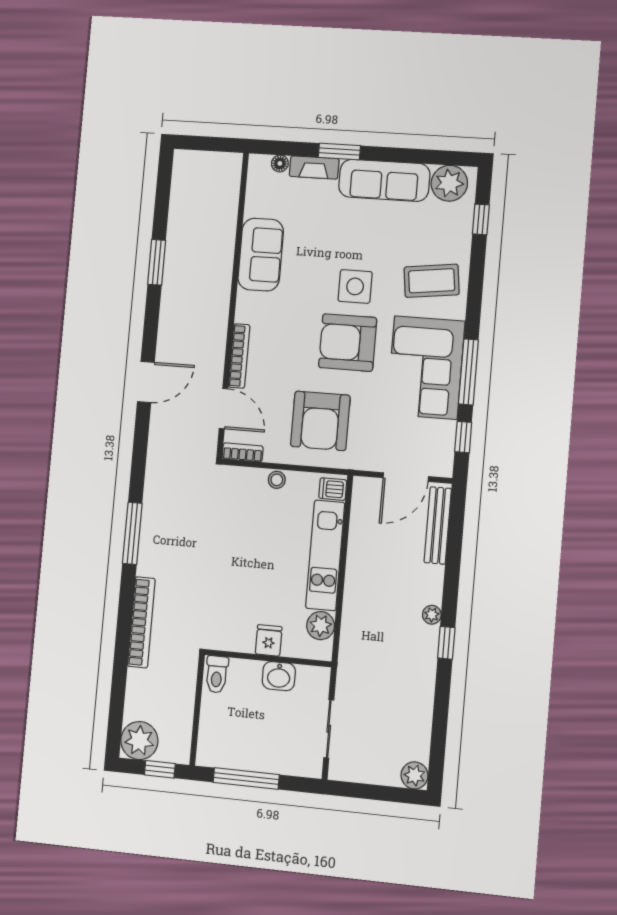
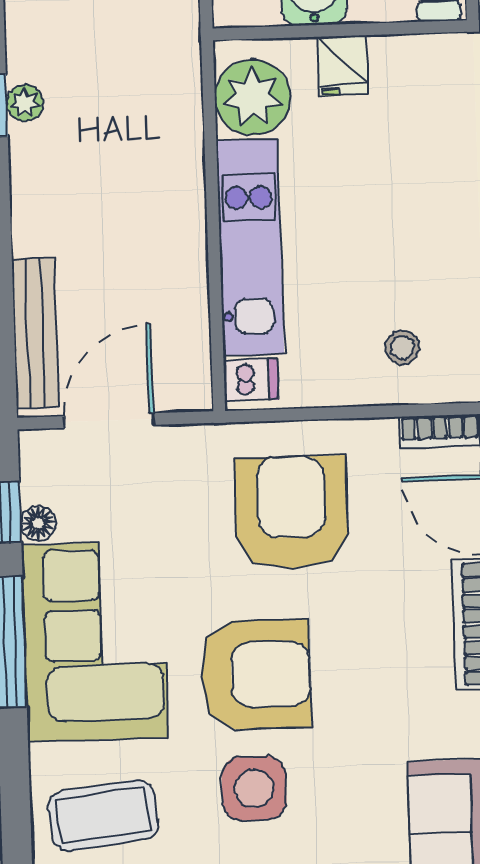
floor lamp: (447, 430) -> (38, 523), added
stool: (277, 480) -> (402, 347), moved
plant: (432, 615) -> (25, 103), moved
plant: (321, 626) -> (253, 97), width x1.36, depth x1.36

